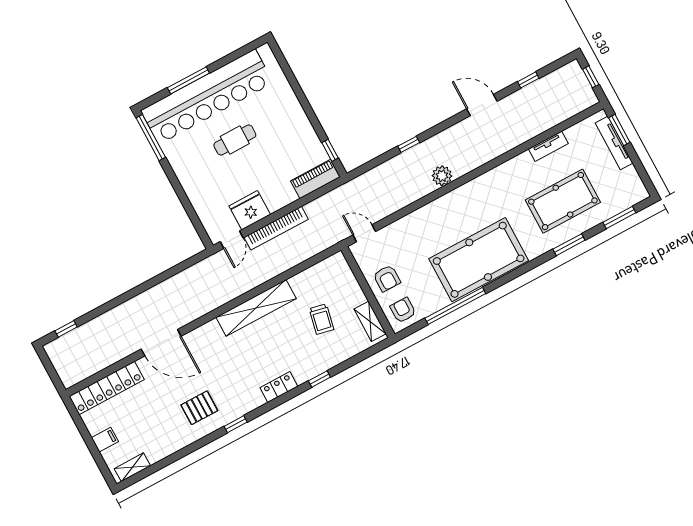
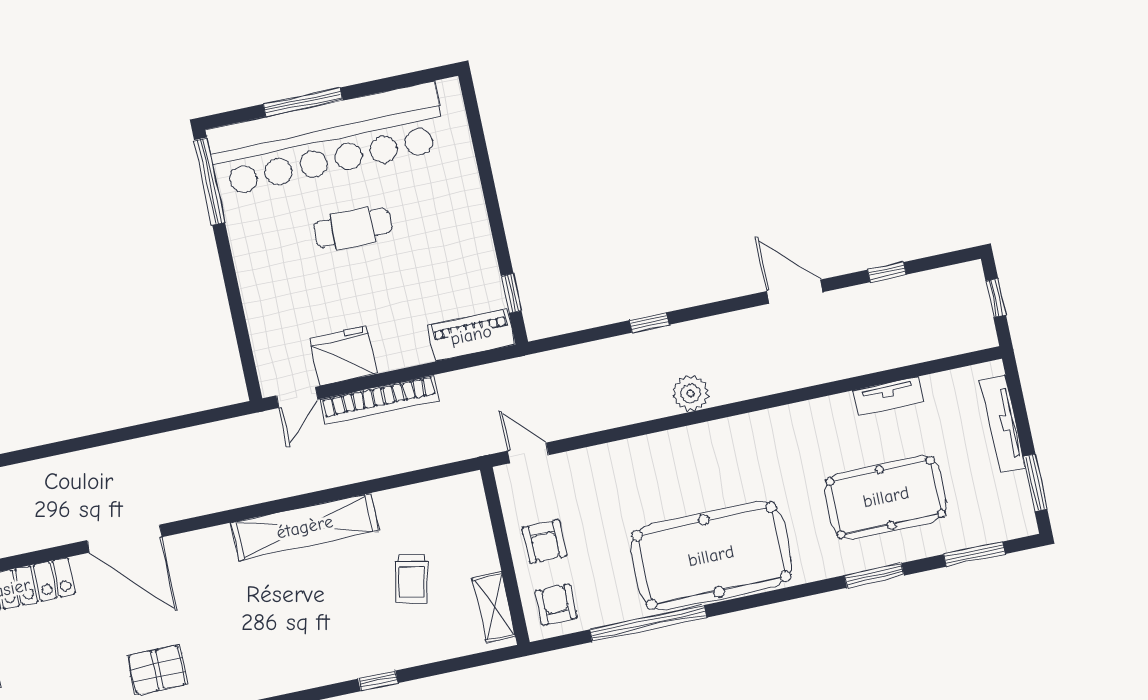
window: (619, 130) -> (1035, 483), moved
locker: (279, 387) -> (304, 674), removed

